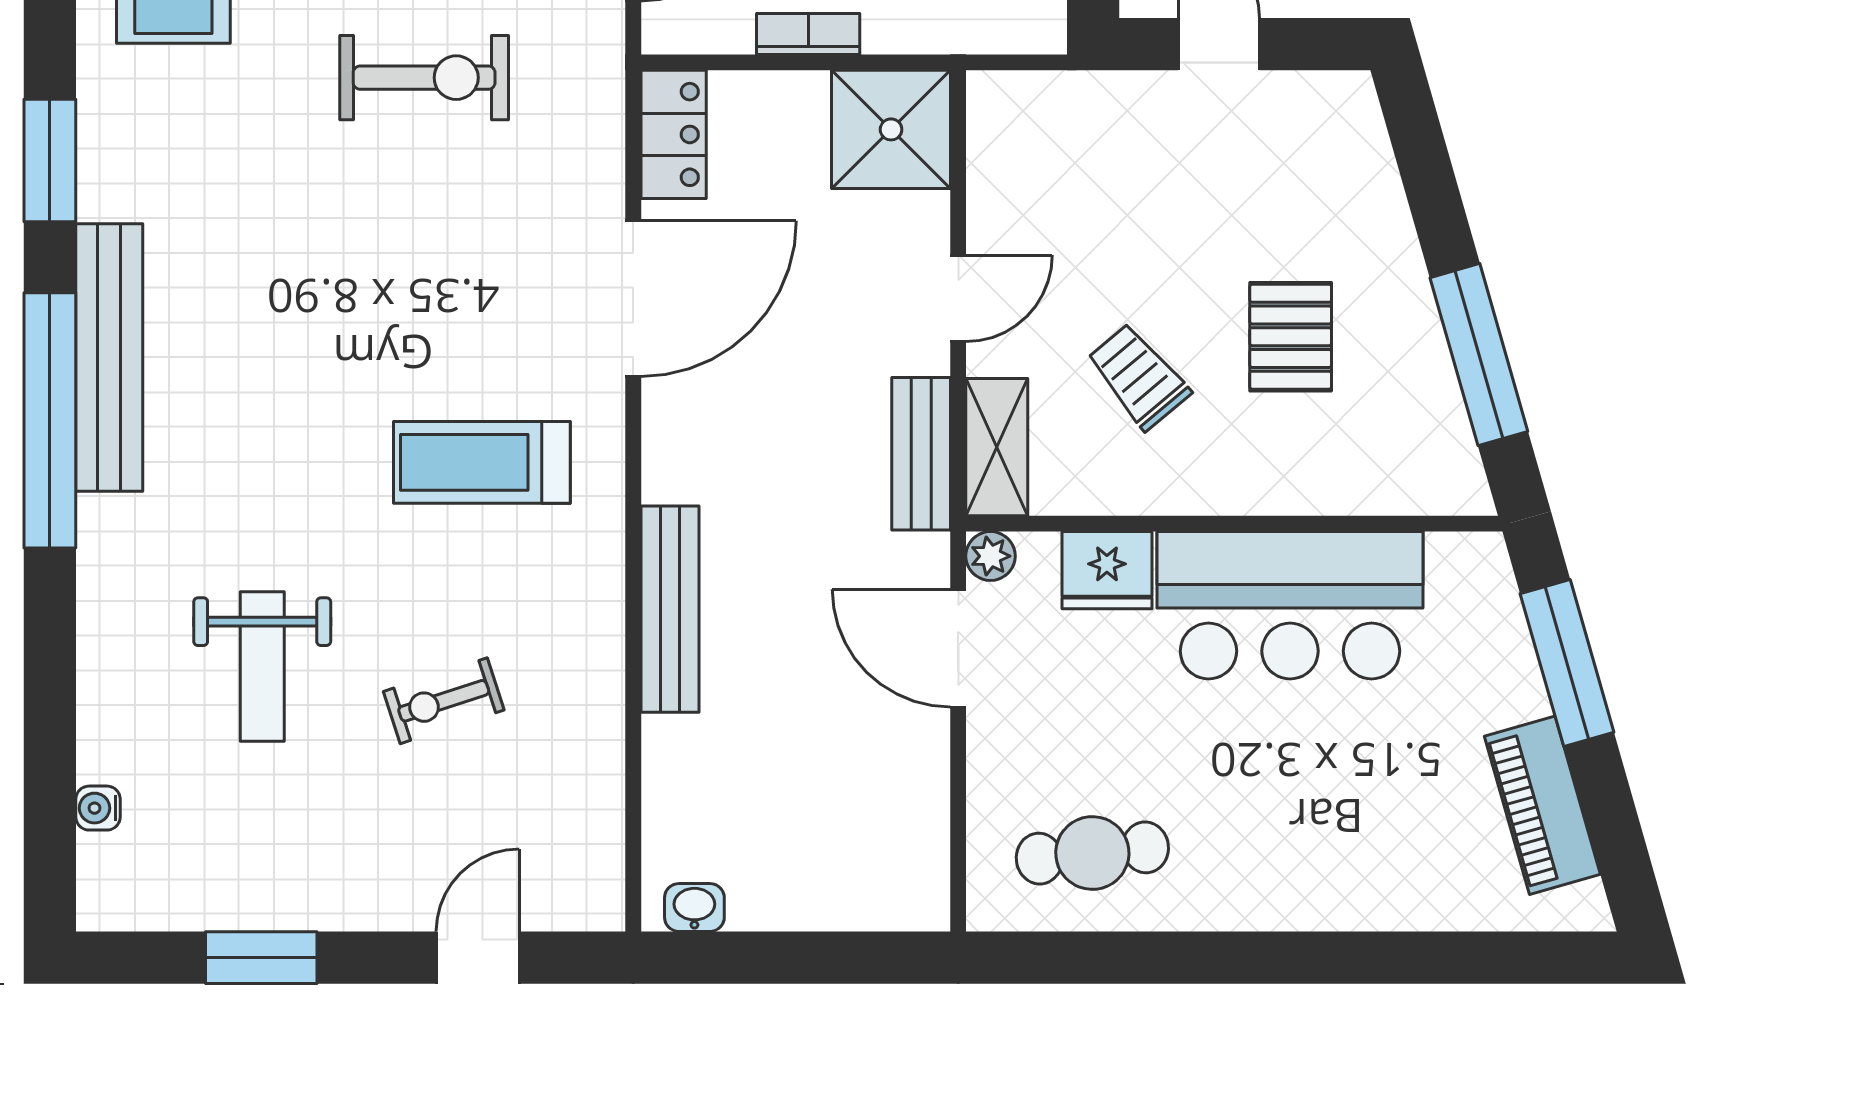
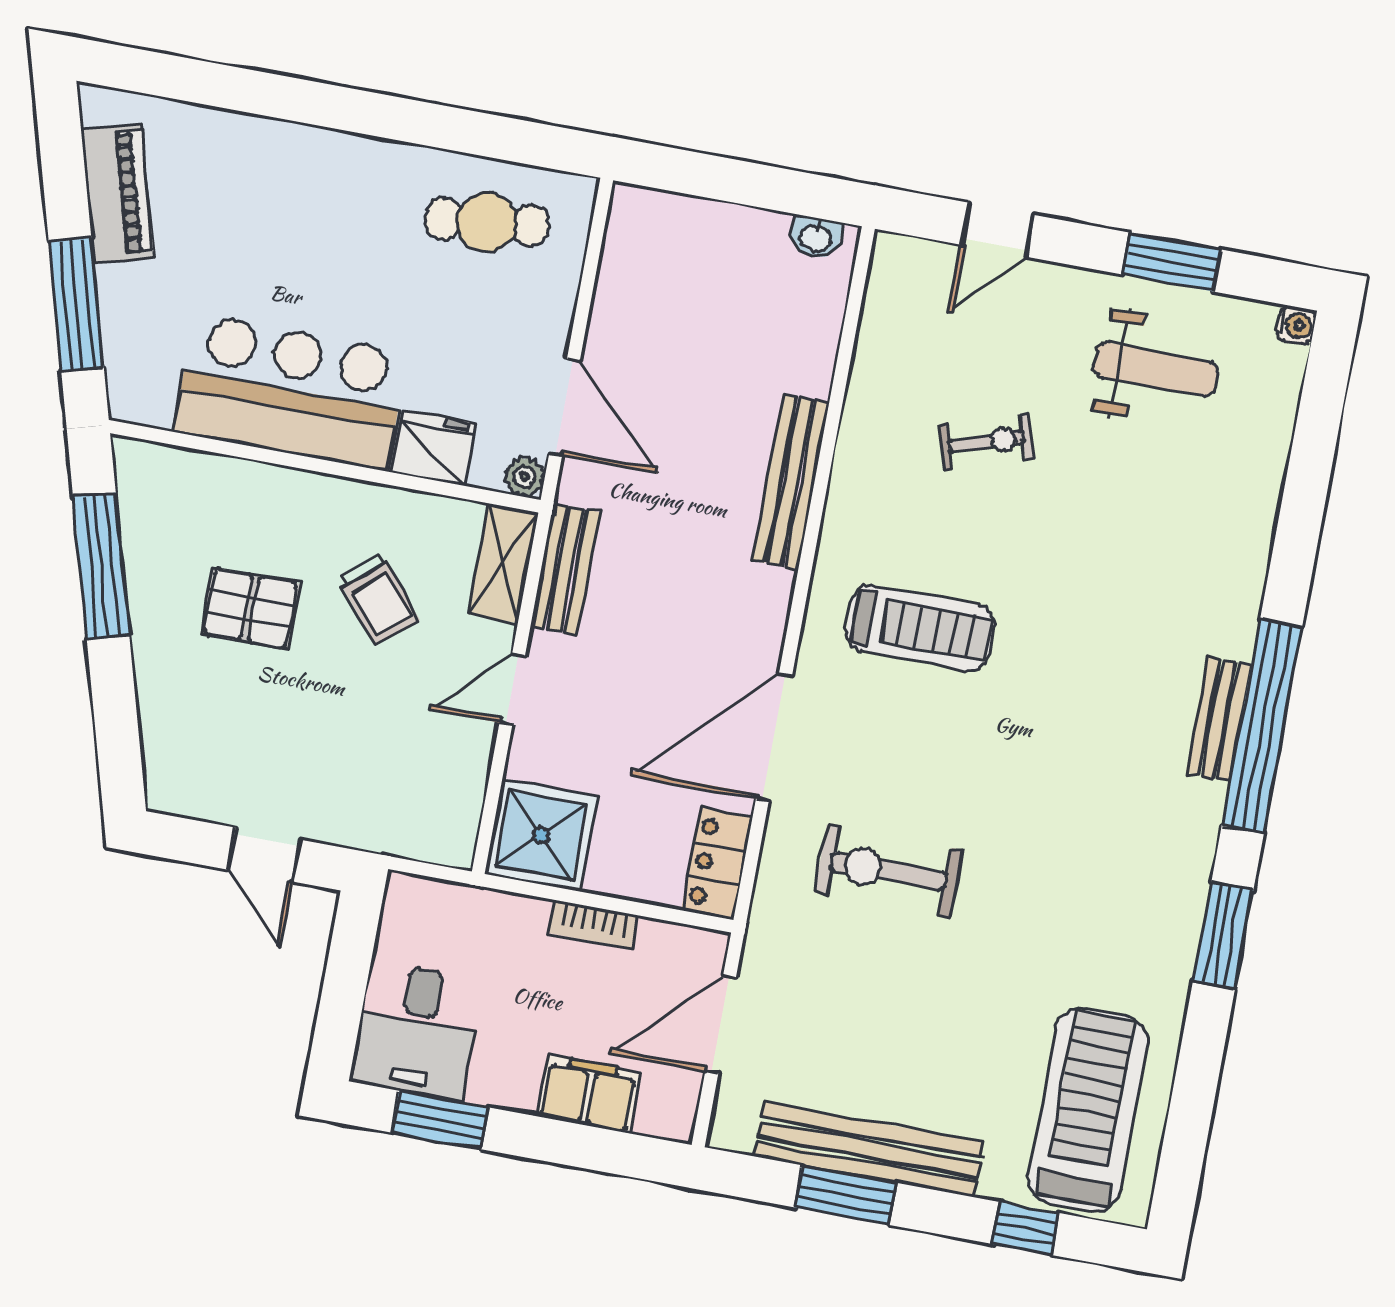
exercise bike: (424, 78) -> (888, 871), moved
pallet: (1291, 337) -> (250, 608), turned 90
bench: (109, 358) -> (1219, 719), width x0.54, depth x0.82
weight bench: (262, 667) -> (1156, 369), moved, turned 90
water cooler: (98, 808) -> (1296, 325), moved

